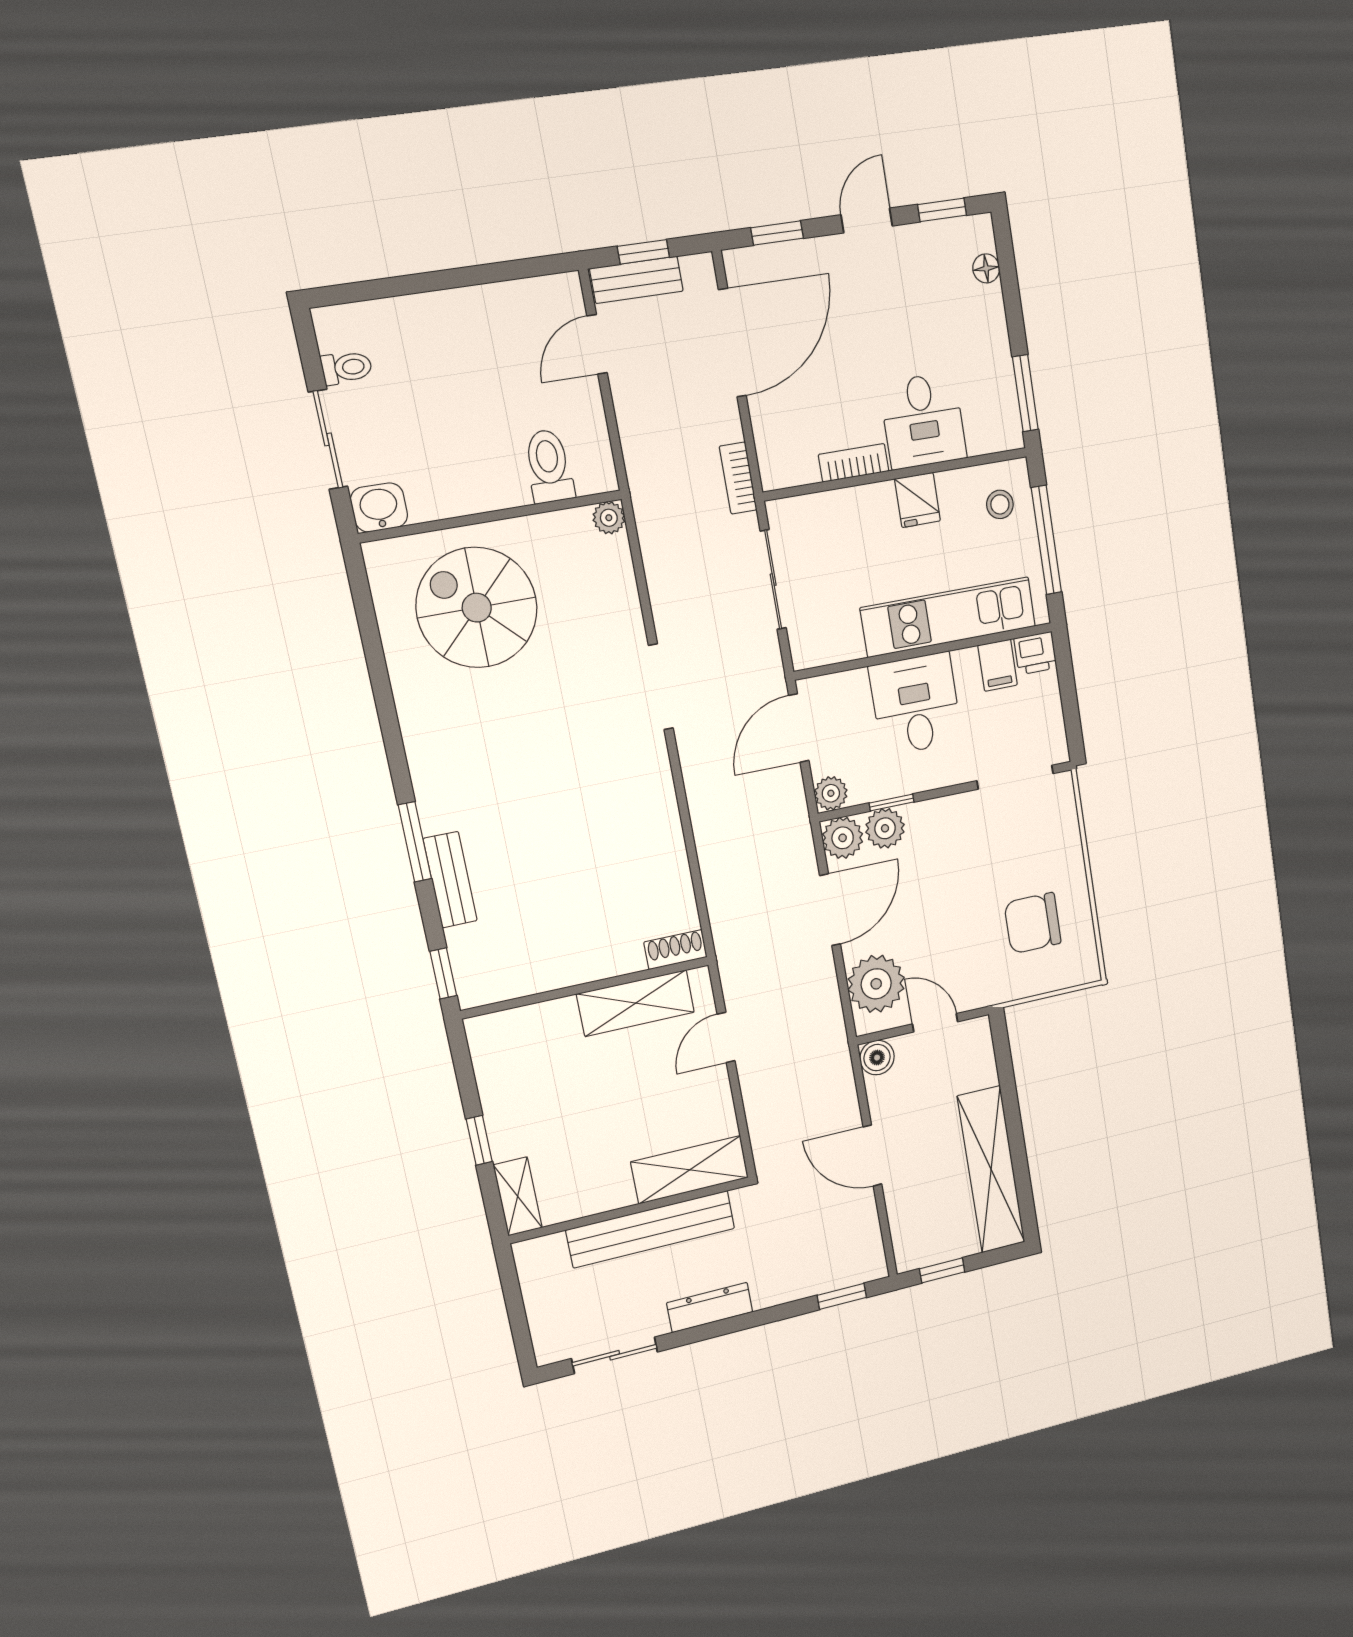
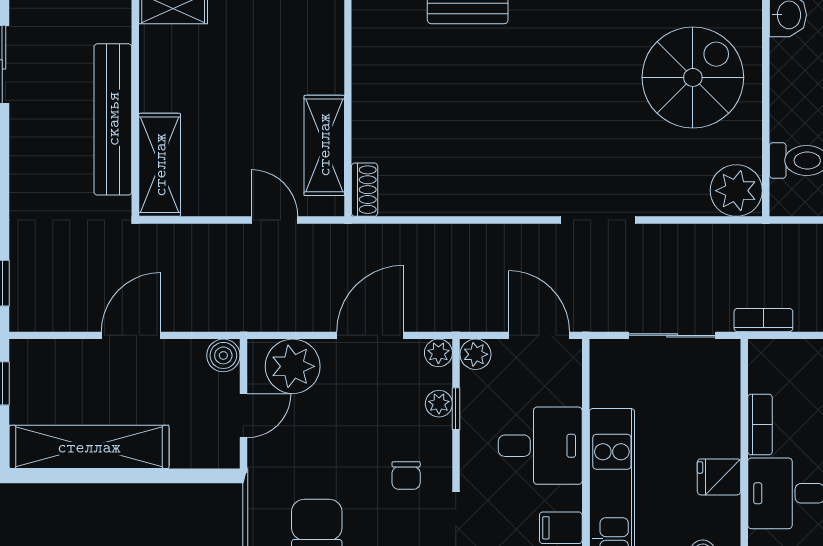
plant: (609, 518) -> (736, 191), width x1.87, depth x1.87
plant: (885, 828) -> (439, 404), width x0.73, depth x0.73
plant: (843, 838) -> (438, 353), width x0.73, depth x0.73
chair: (969, 841) -> (406, 475), added
door: (830, 910) -> (370, 335), swing flipped
dresser: (710, 1307) -> (24, 159), removed

